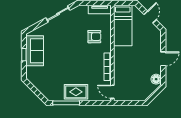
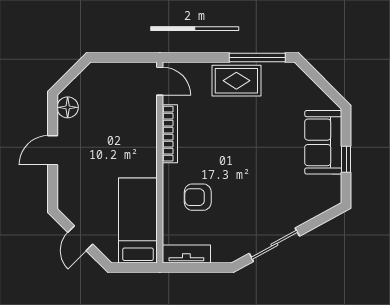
sofa: (35, 51) -> (323, 142), moved

